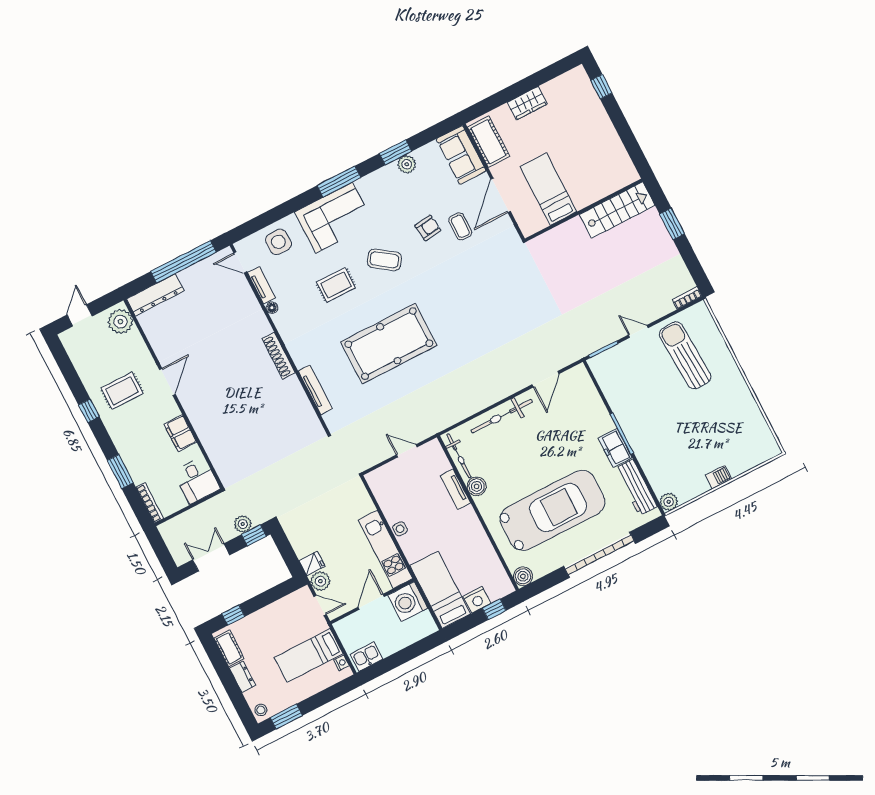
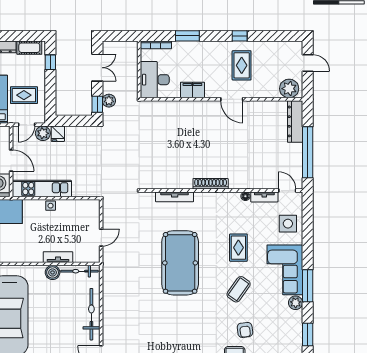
plant: (407, 164) -> (296, 303), moved
door: (240, 262) -> (287, 190), hinge flipped
desk: (197, 480) -> (155, 80), width x1.37
rug: (287, 626) -> (24, 95), added

